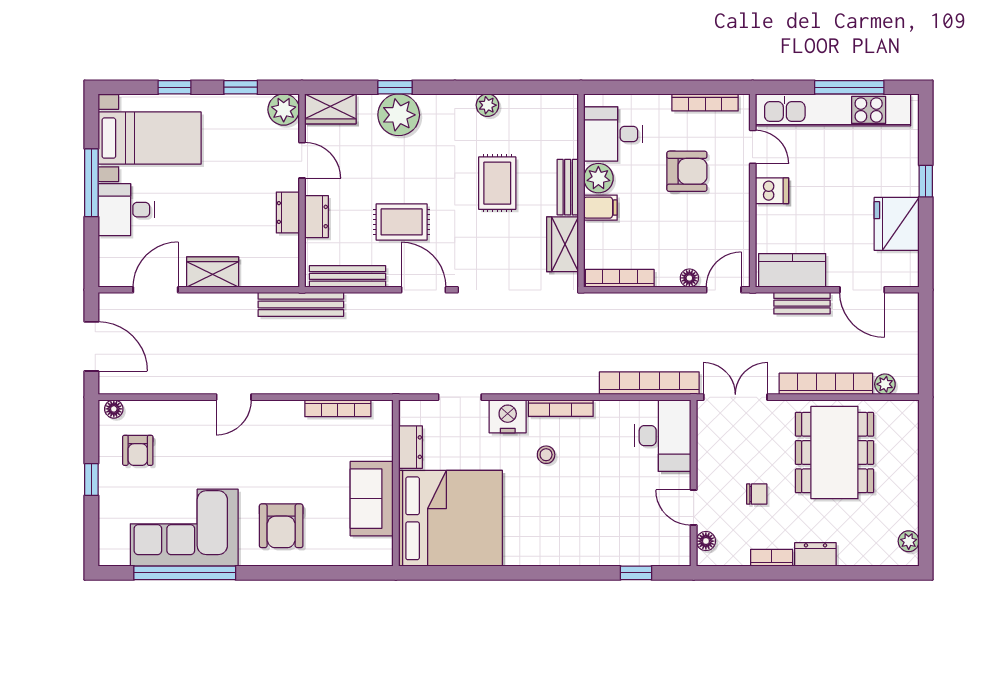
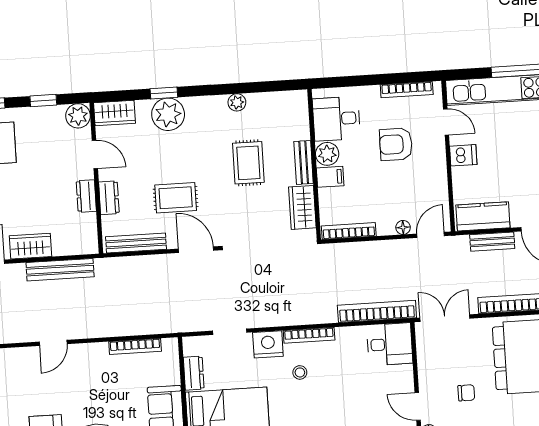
armchair: (687, 171) -> (396, 144), turned 180
bench: (301, 304) -> (60, 270), moved
desk: (663, 436) -> (390, 344), width x0.73

